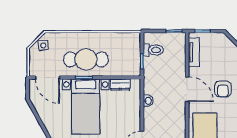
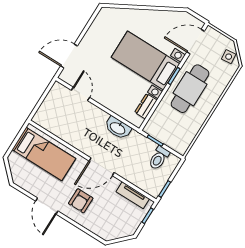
armchair: (223, 89) -> (81, 201), turned -90
washbasin: (148, 101) -> (118, 128), width x1.91, depth x1.45

